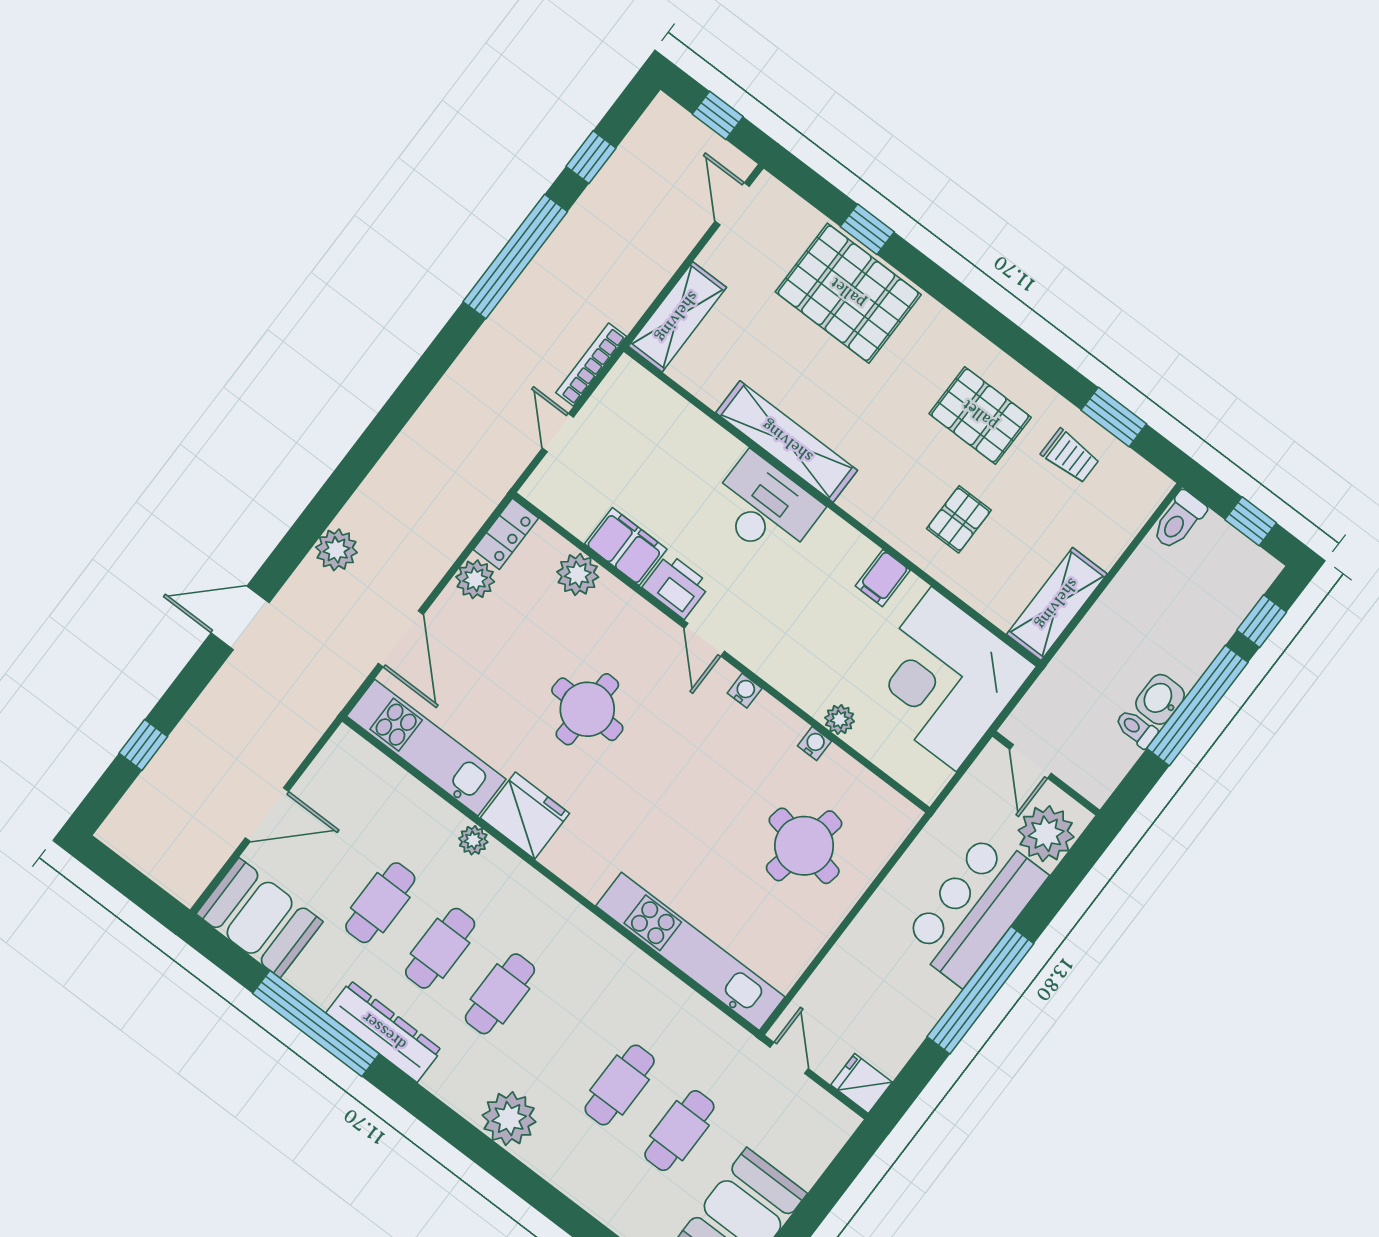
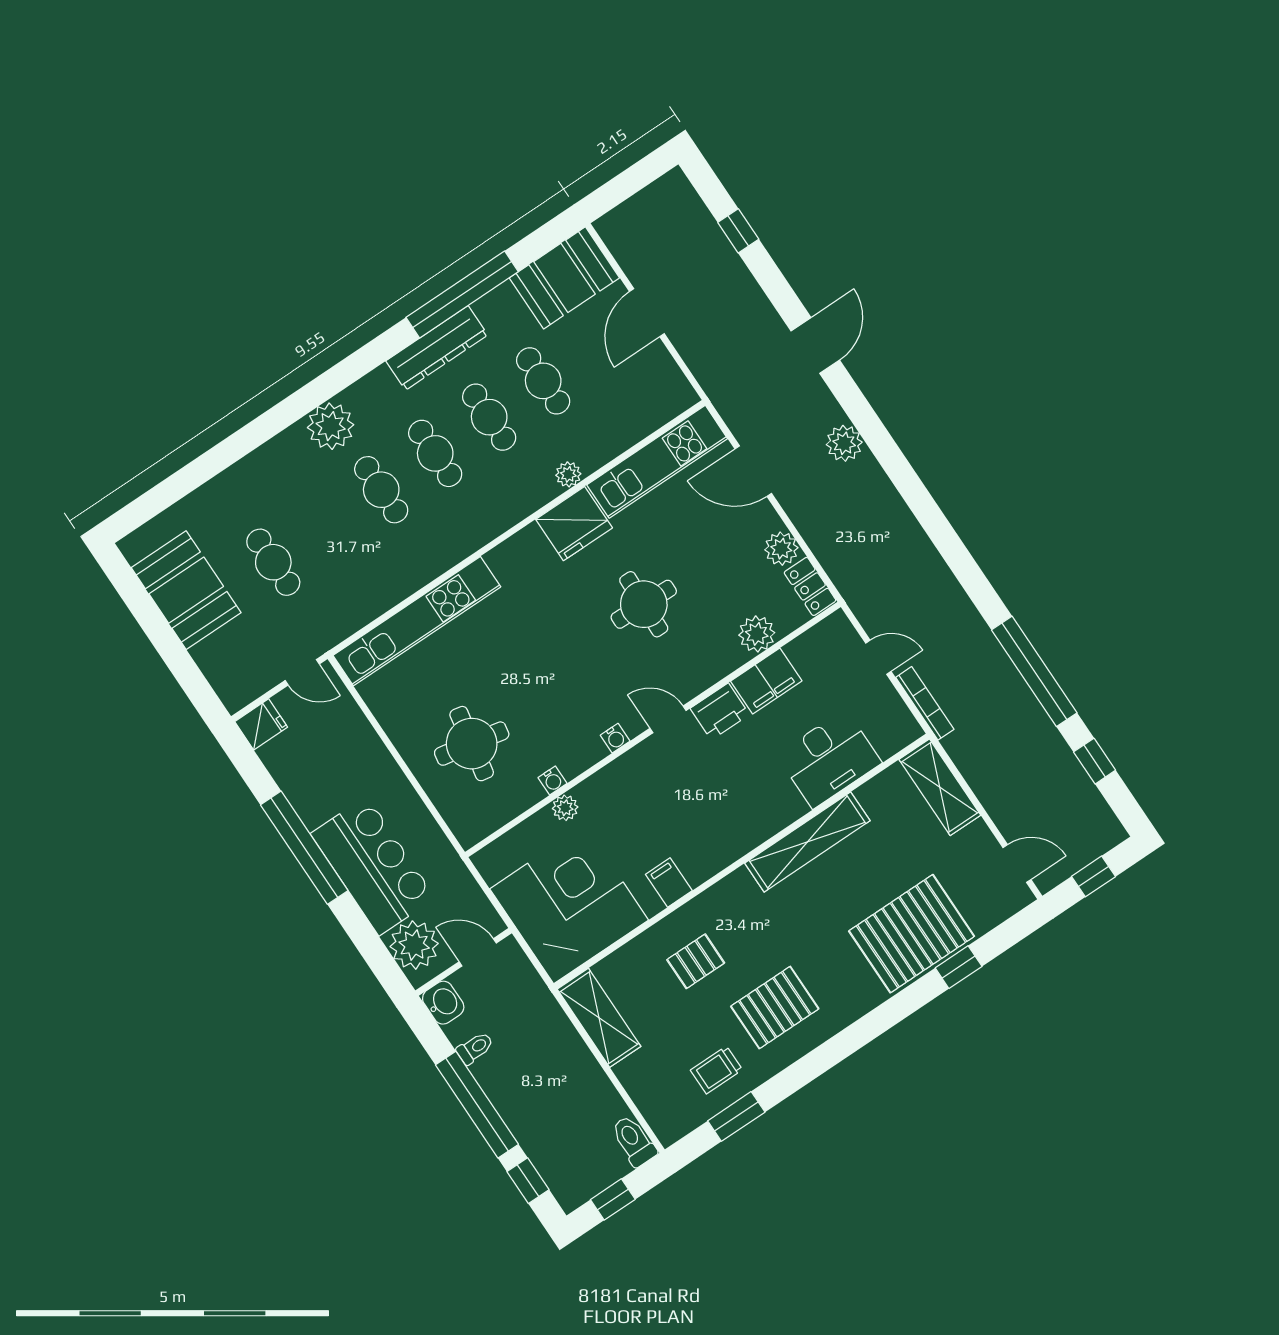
desk: (765, 508) -> (829, 759), moved
pallet: (959, 519) -> (696, 961), turned 90
washbasin: (1160, 699) -> (443, 1003), moved
cafe table: (620, 1085) -> (381, 490), moved

